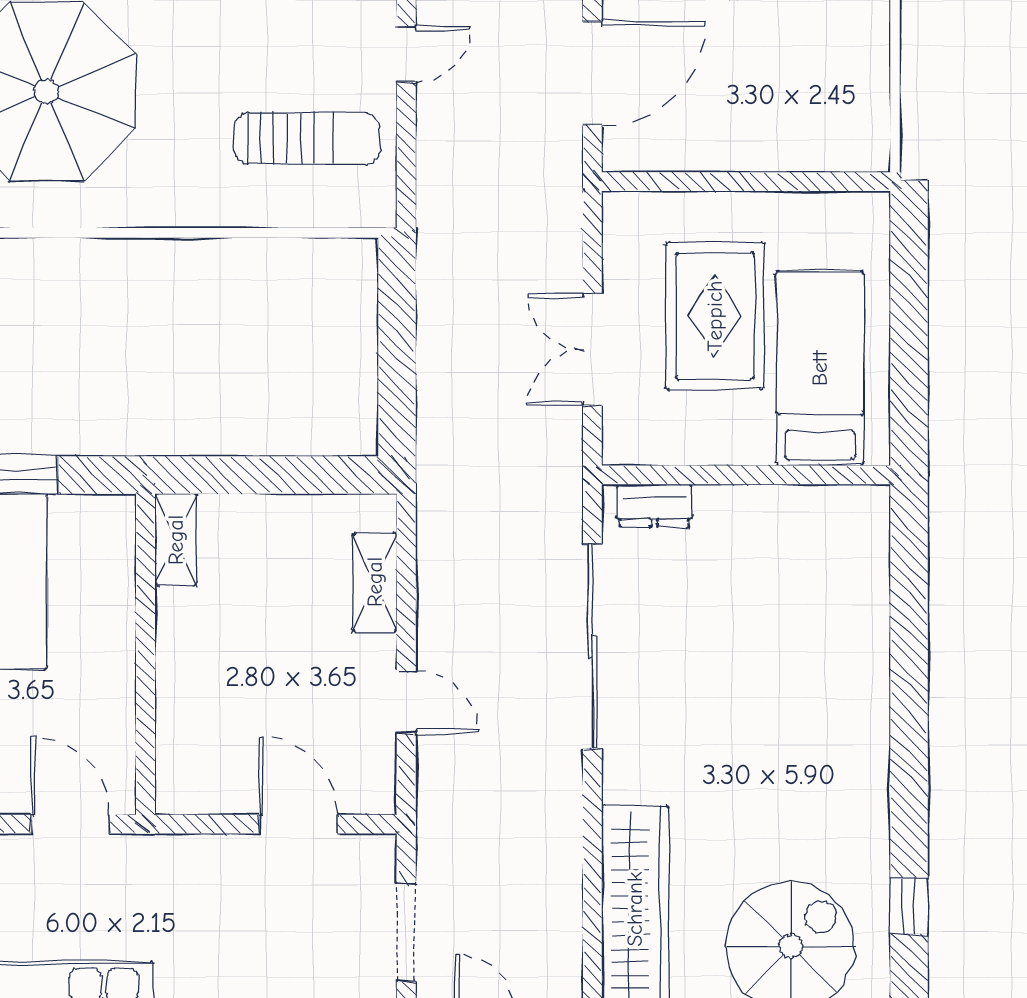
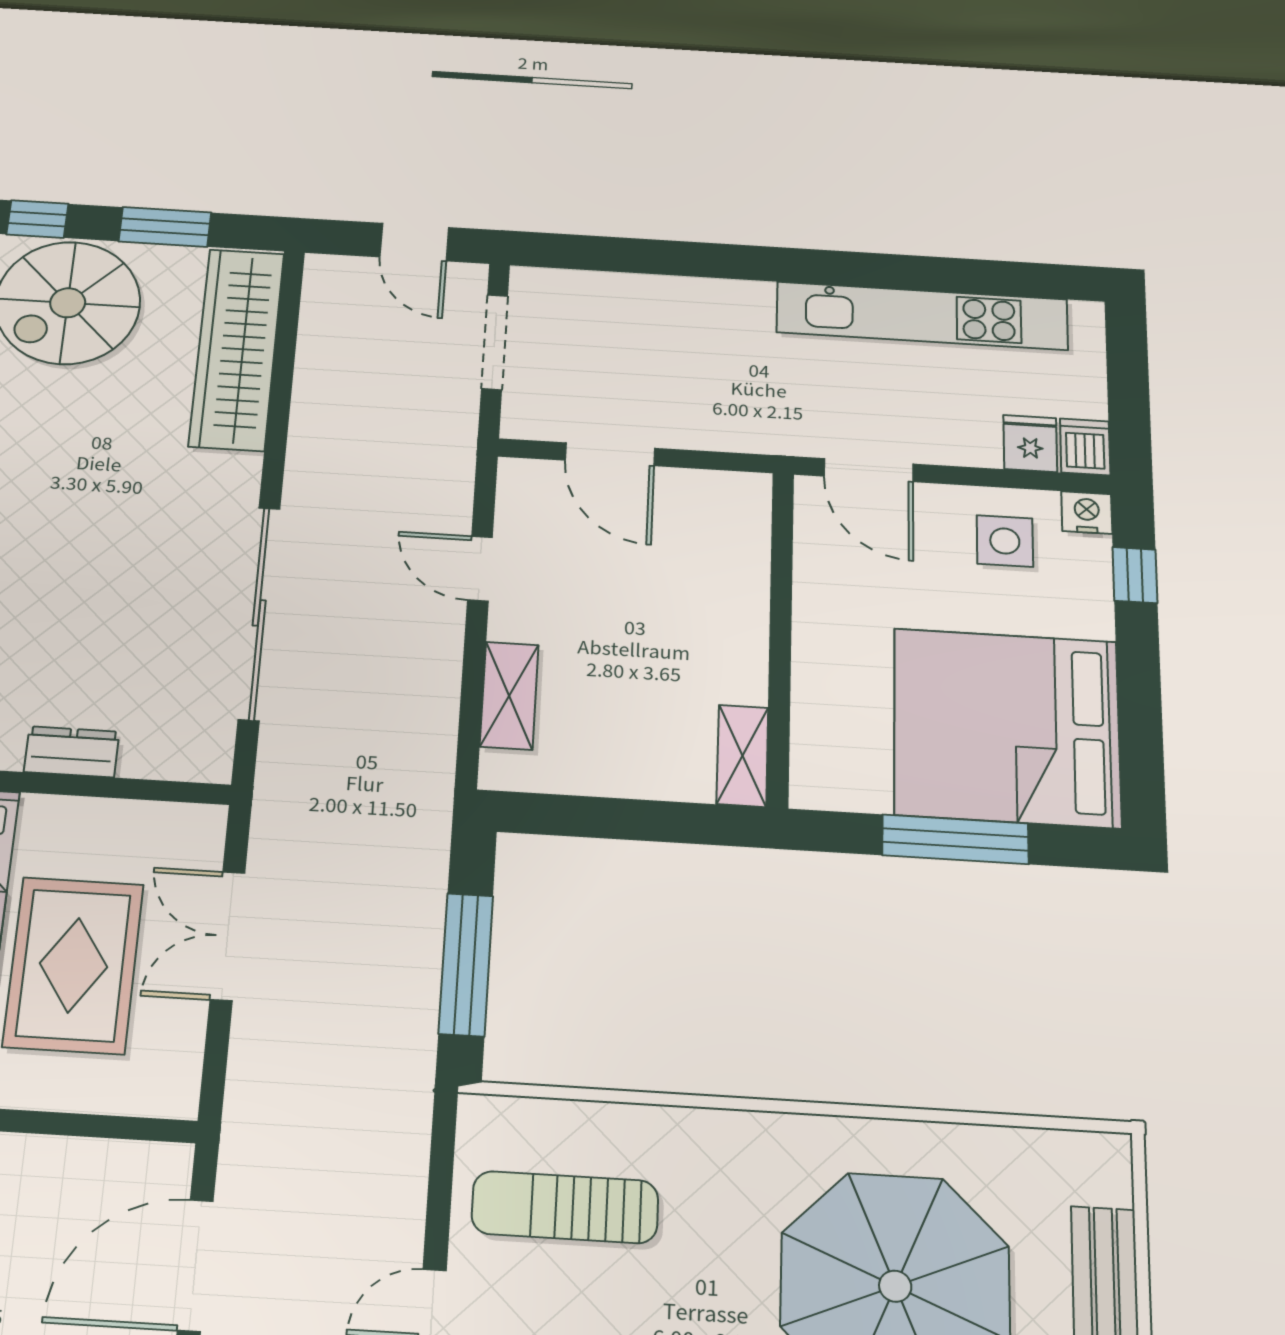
window: (397, 337) -> (466, 964), added
double door: (592, 349) -> (228, 936), swing flipped
dresser: (654, 505) -> (72, 752), moved

